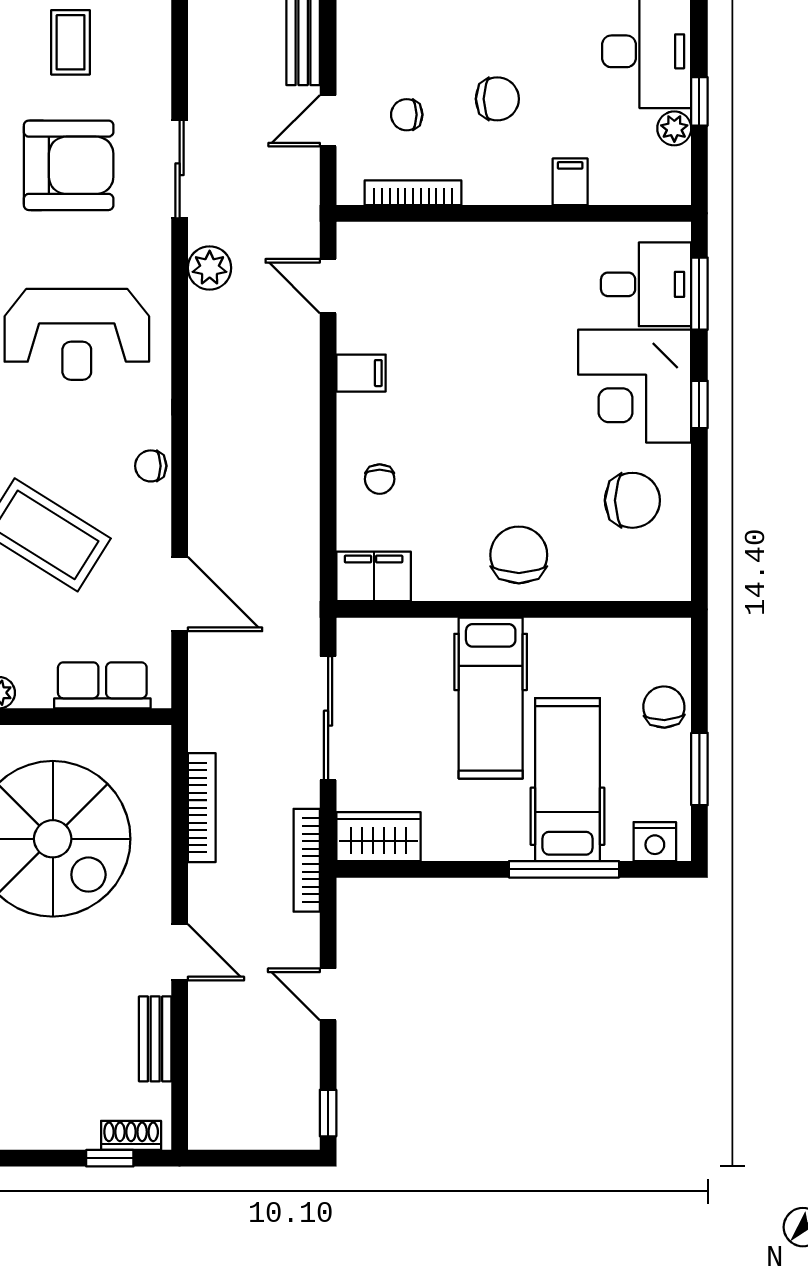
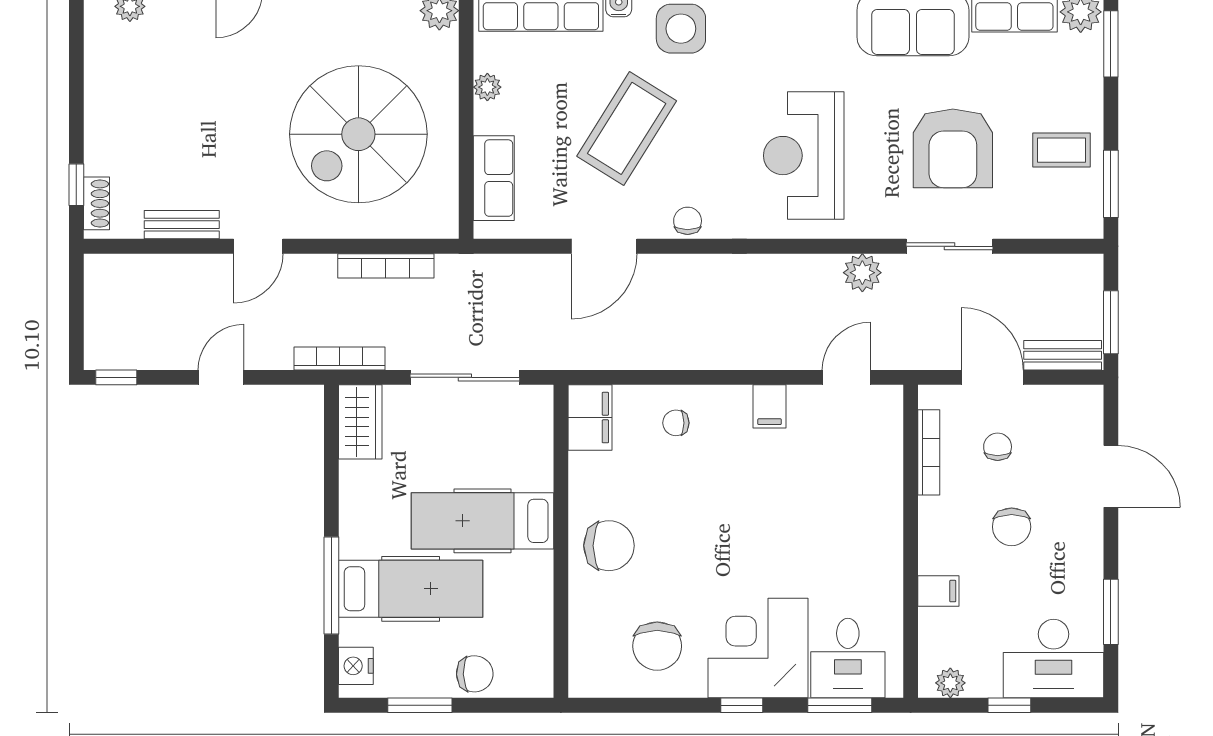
door: (328, 121) -> (992, 377), width x1.37
plant: (674, 128) -> (950, 683), moved
door: (180, 594) -> (604, 246), moved

